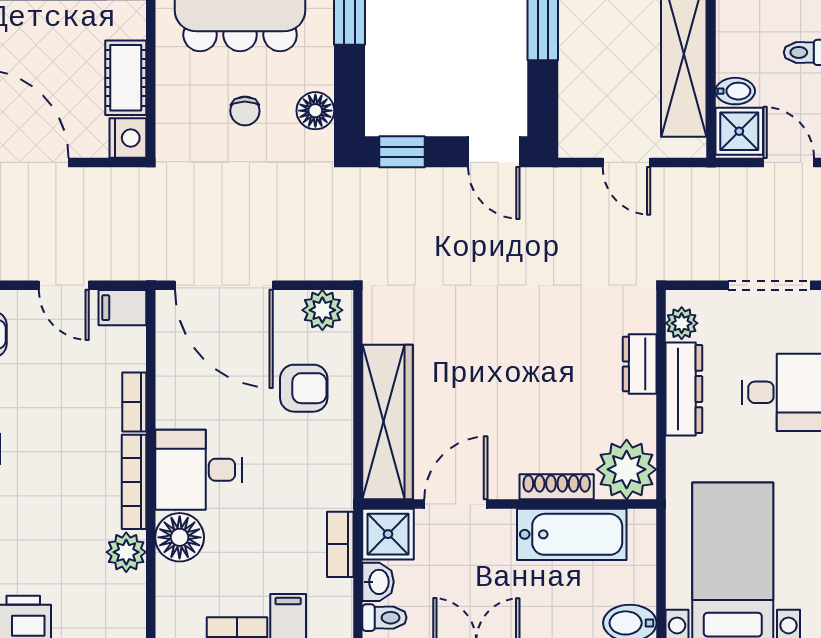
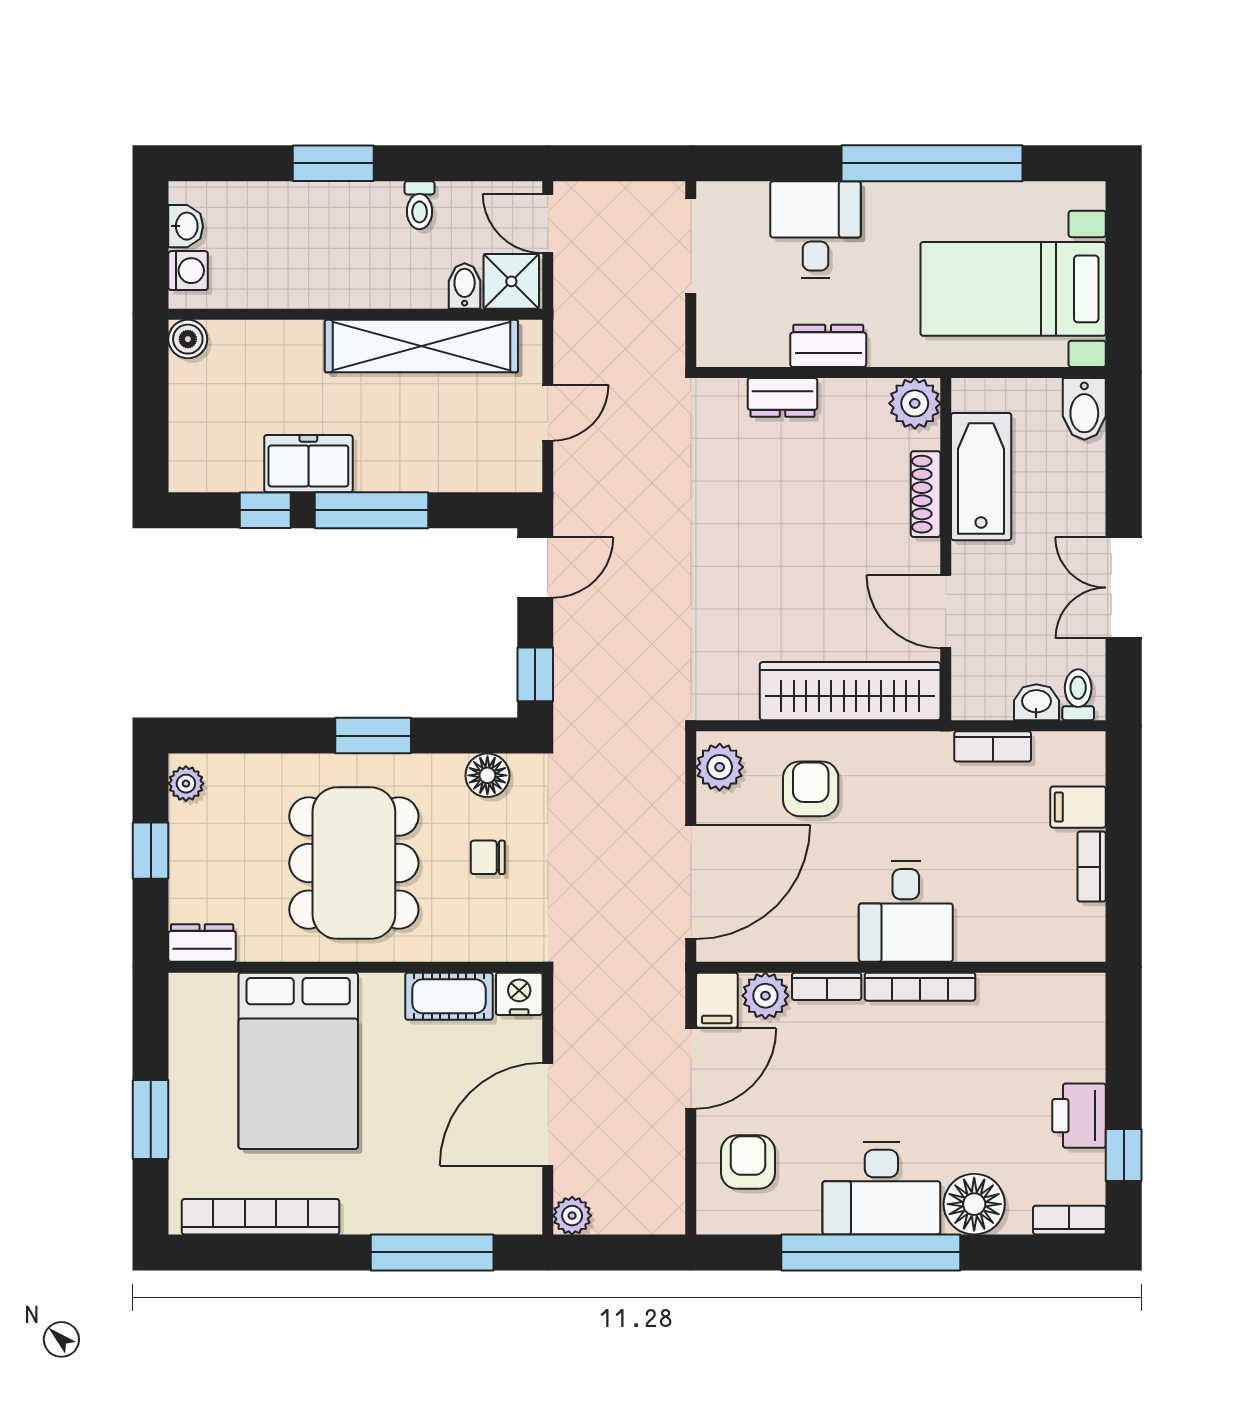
chair: (245, 111) -> (488, 857), turned 180
door: (789, 162) -> (548, 224), hinge flipped
door: (64, 285) -> (691, 1068), width x1.38
plant: (682, 323) -> (735, 348), removed
dresser: (684, 389) -> (828, 346), width x0.70
plant: (627, 469) -> (915, 403), width x0.73, depth x0.73
shower: (388, 534) -> (981, 691), removed
floor lamp: (180, 537) -> (984, 934), removed
plant: (126, 552) -> (765, 996), moved

